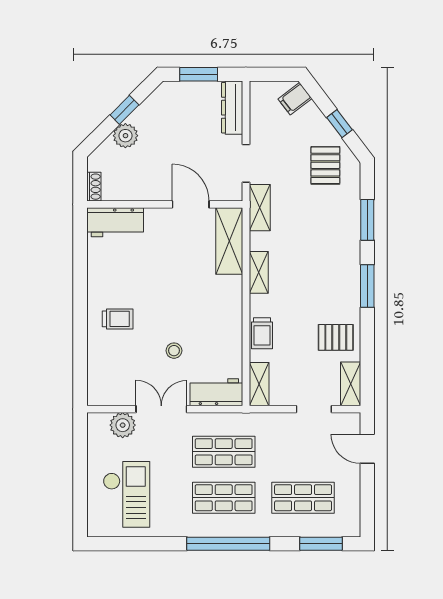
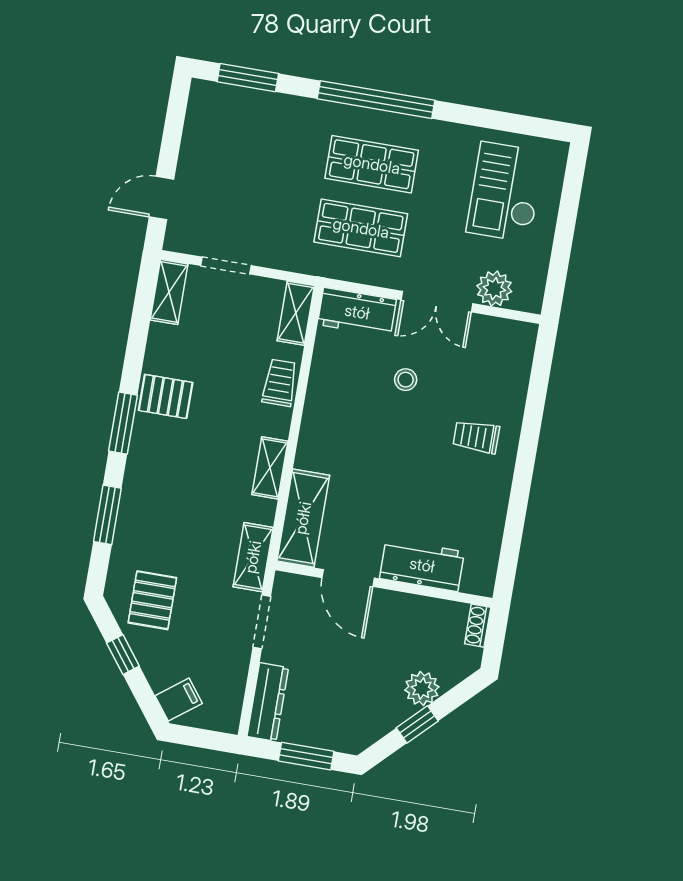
workbench: (115, 222) -> (422, 565), moved
pallet: (336, 337) -> (166, 396), moved
door: (367, 449) -> (161, 198), swing flipped
shop shelf: (303, 498) -> (262, 145), removed

